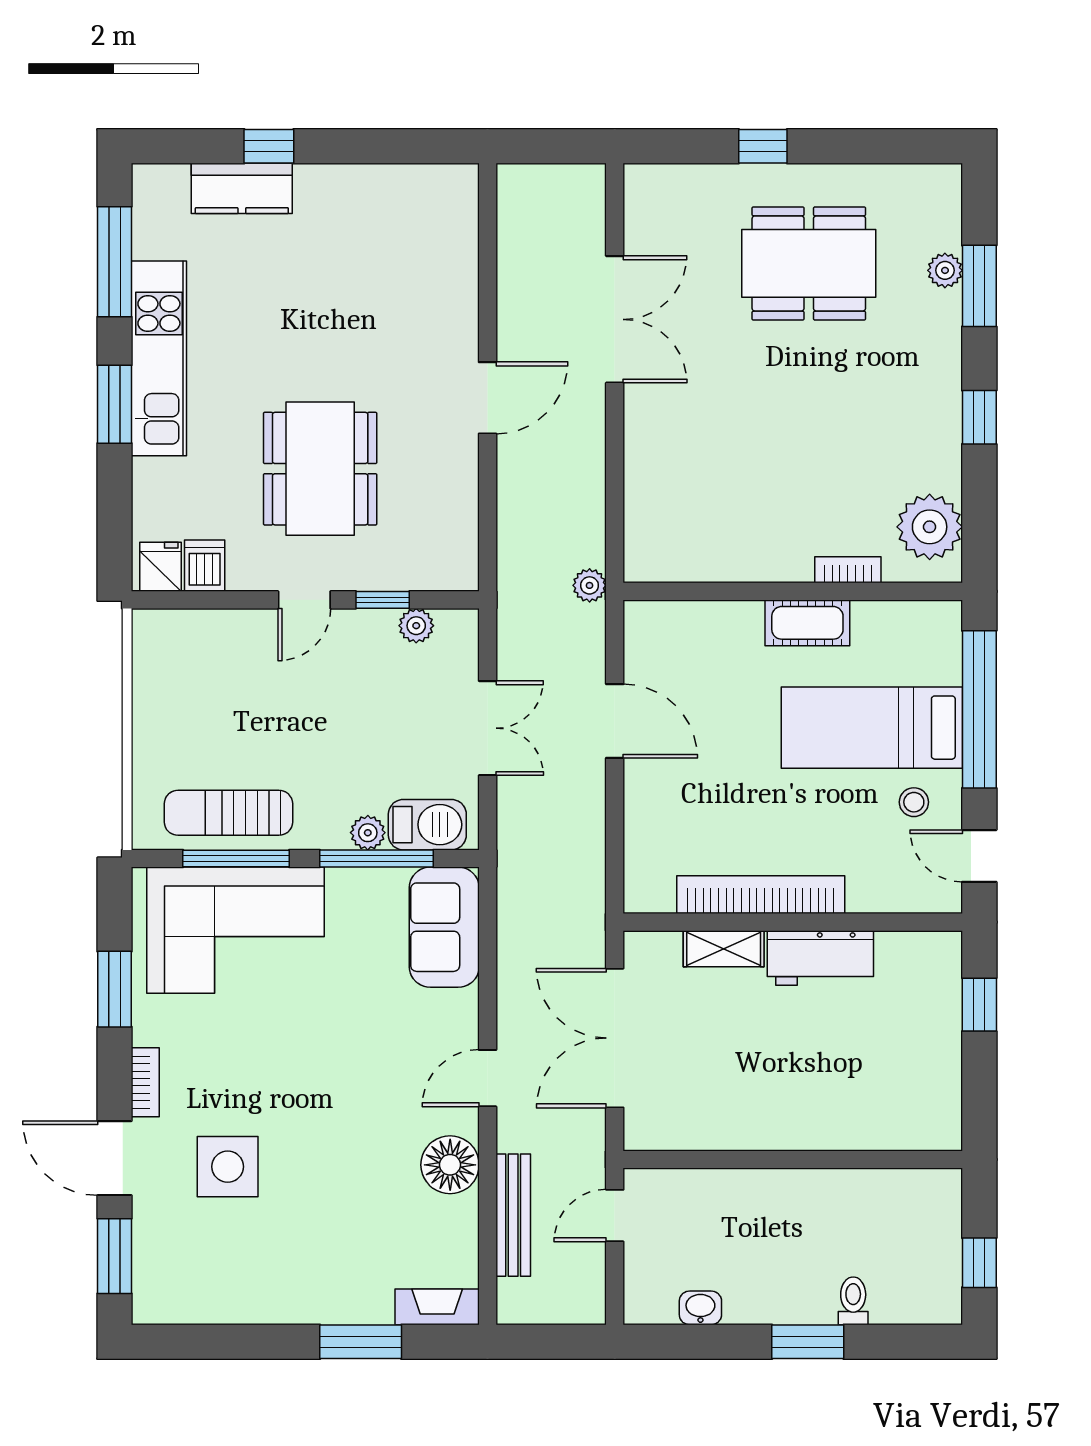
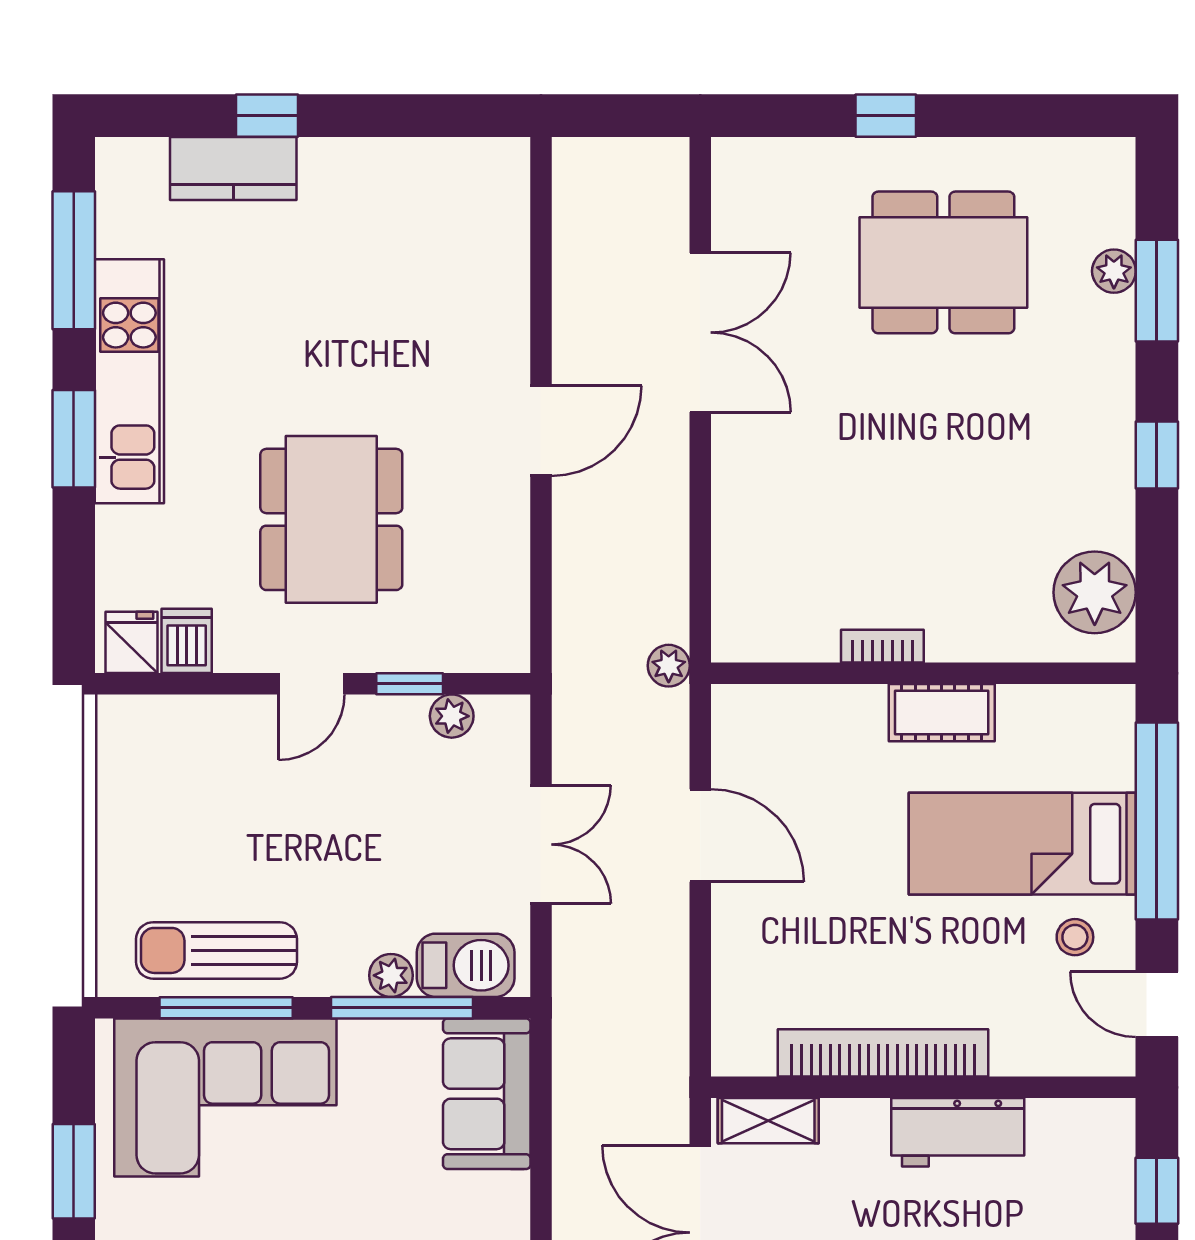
bookcase: (848, 570) -> (882, 646), moved
shelving: (724, 949) -> (768, 1121), moved

